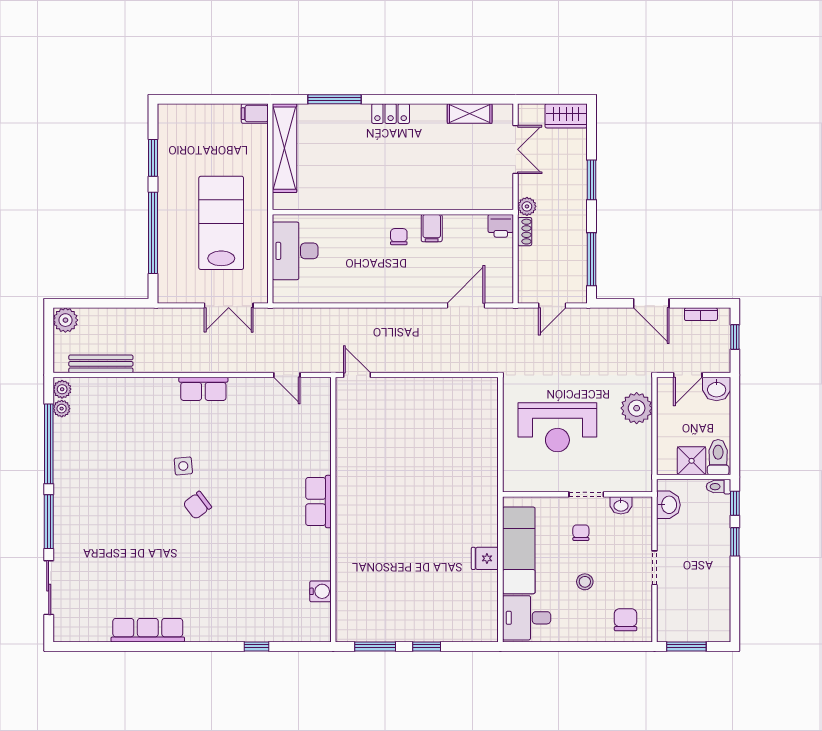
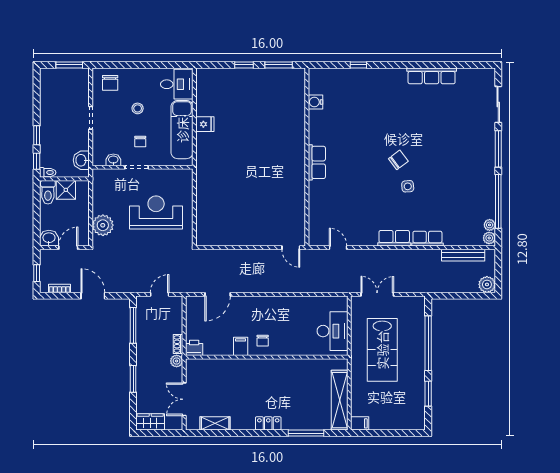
row of seats: (154, 388) -> (427, 239), added

